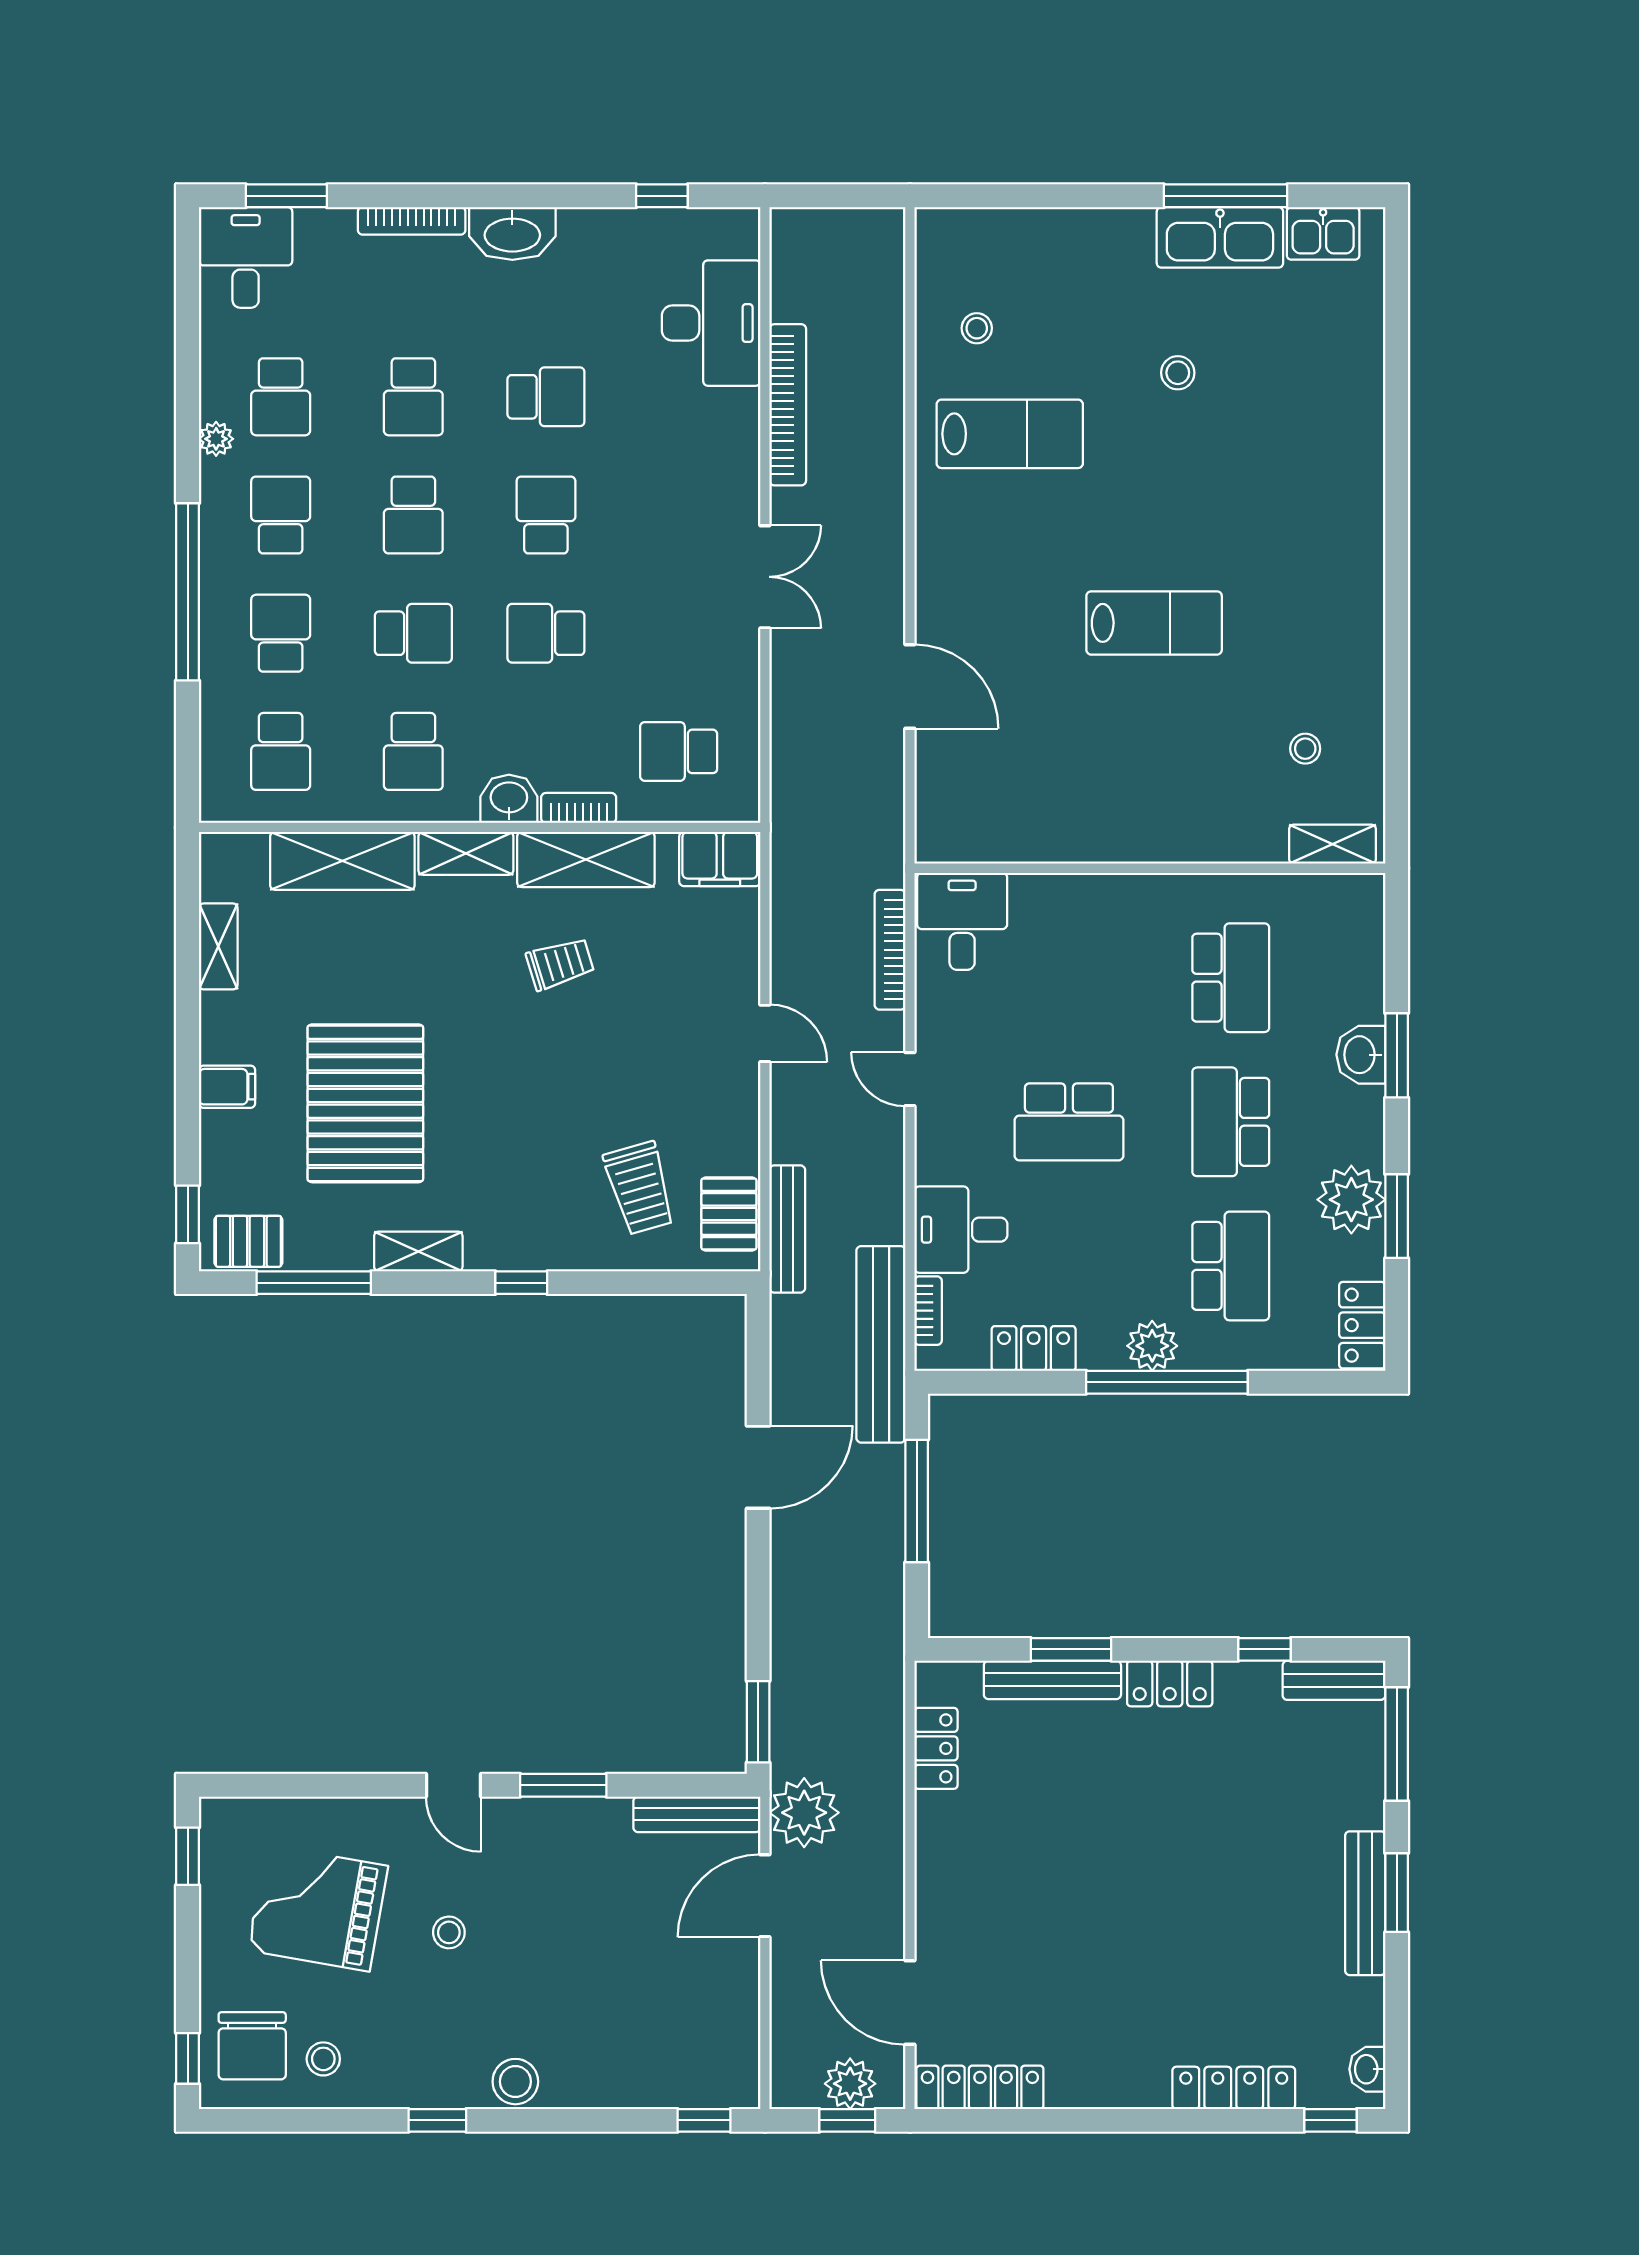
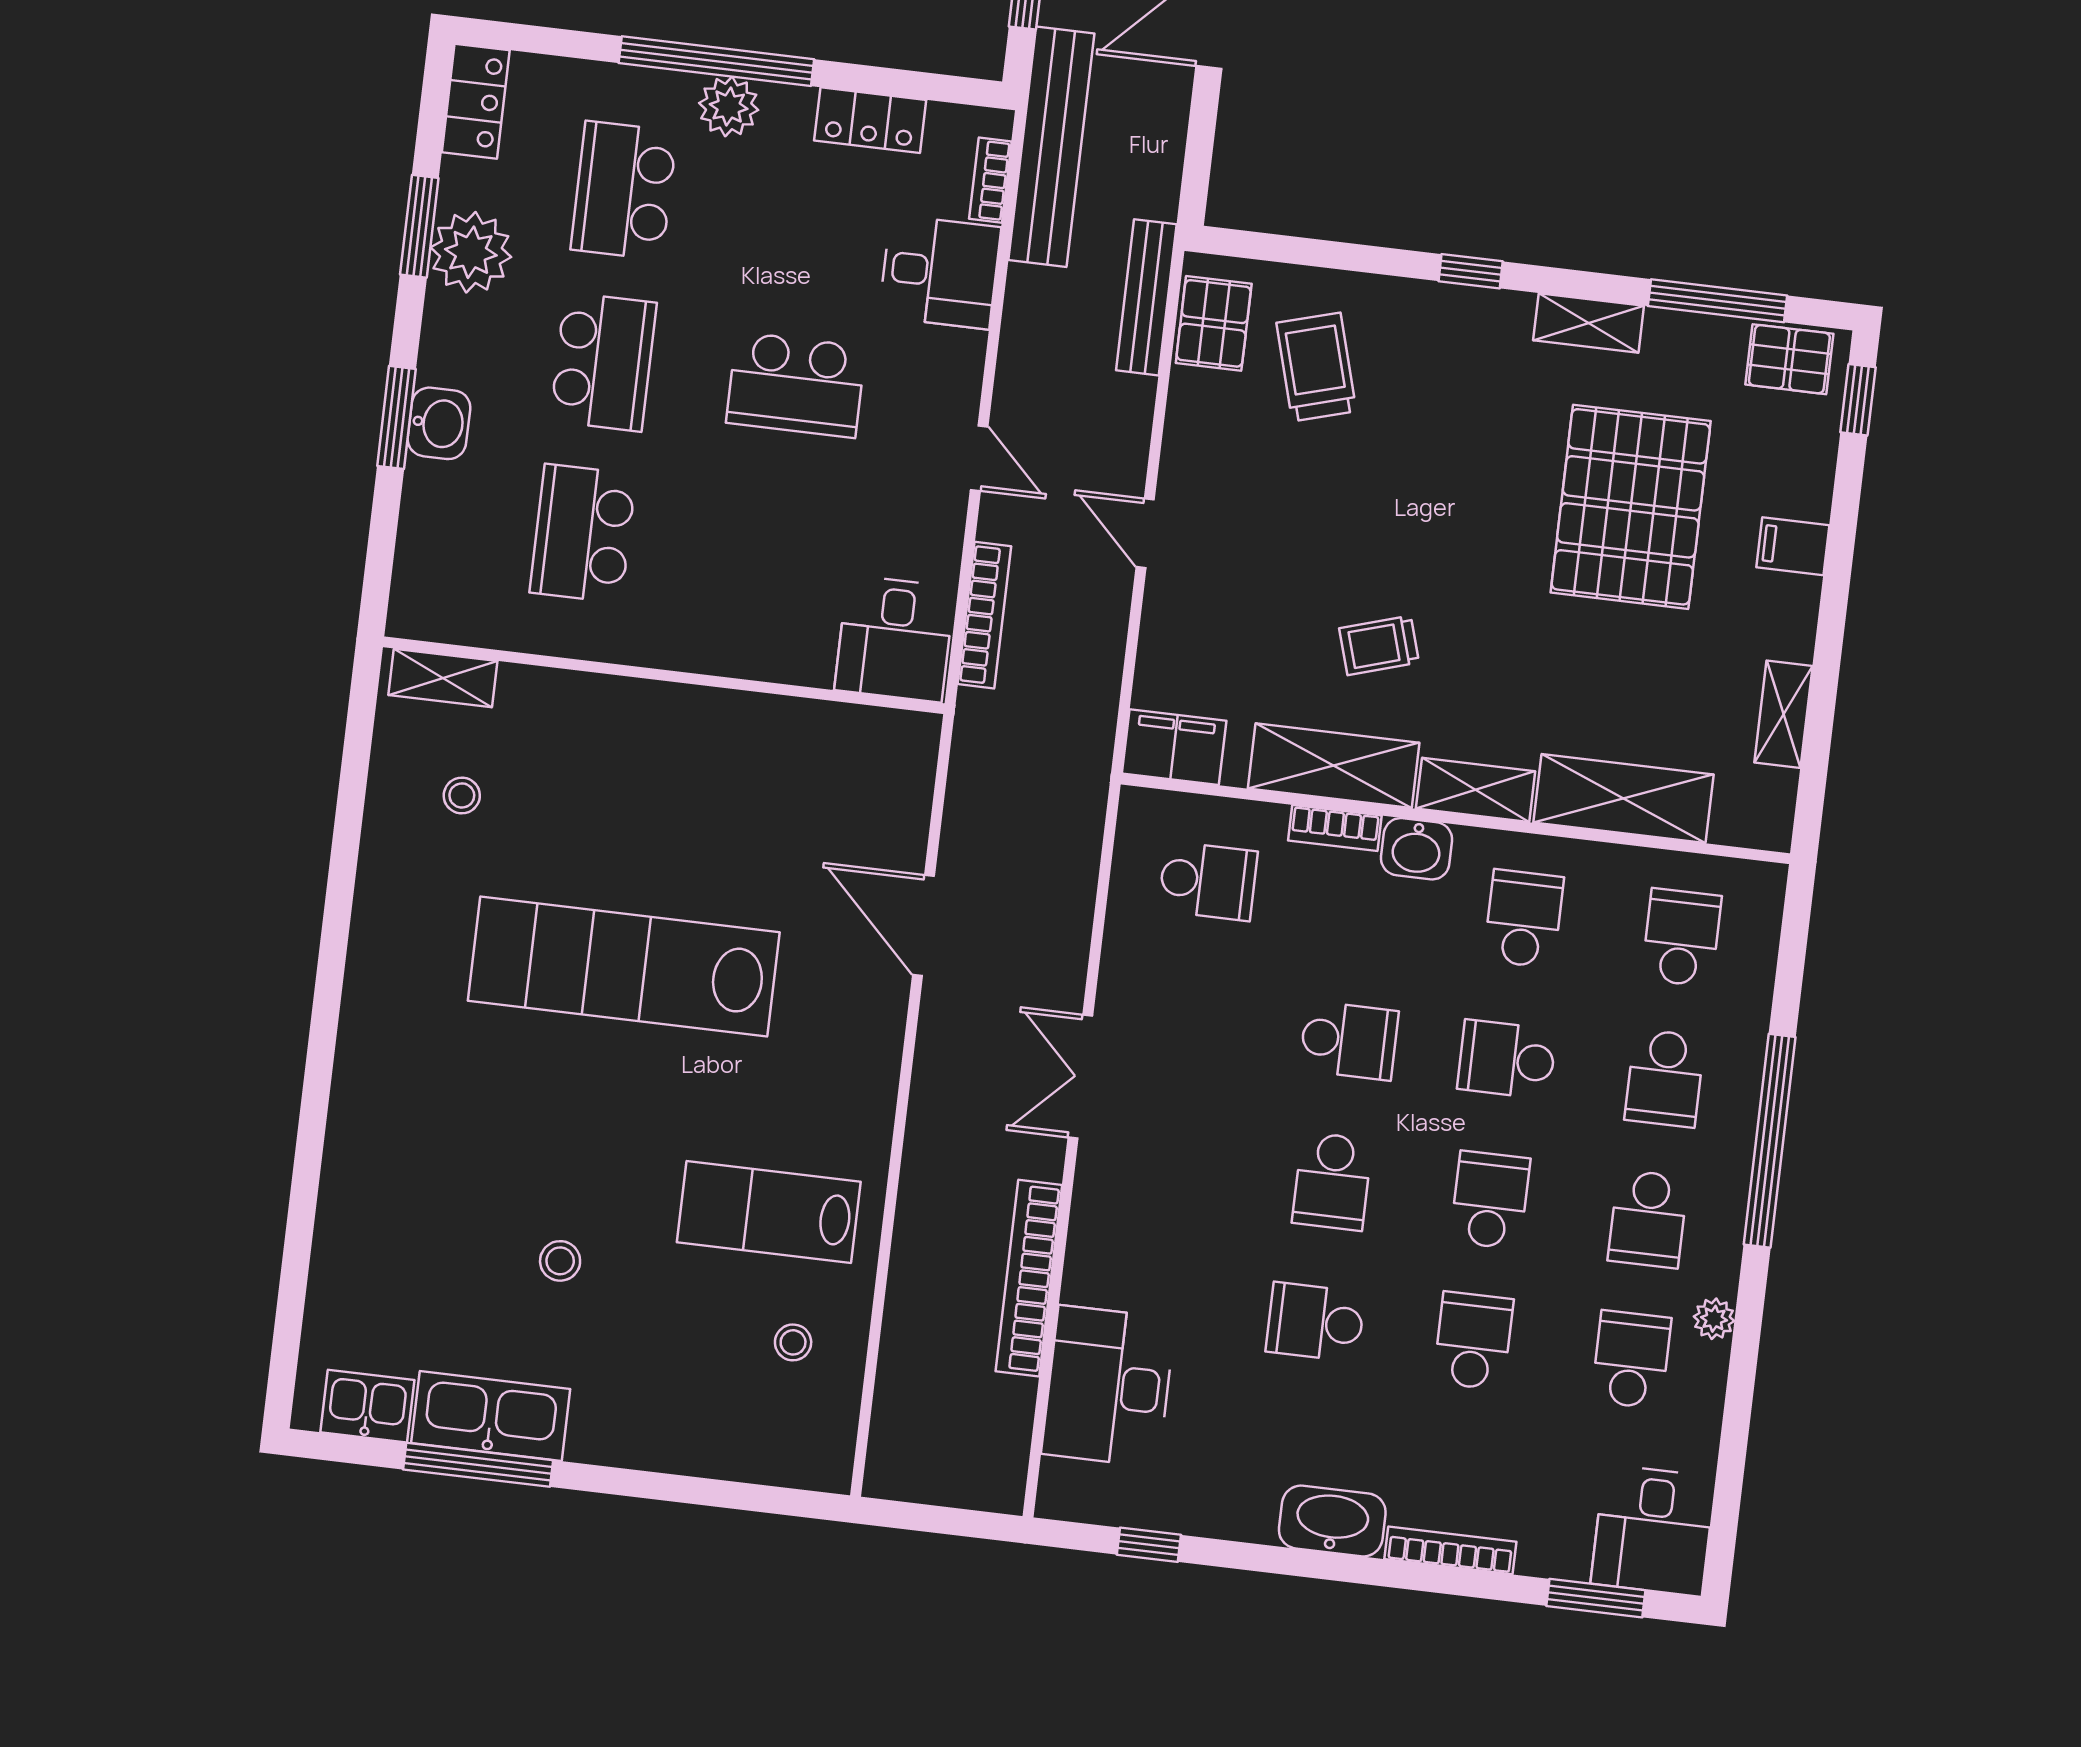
lab bench: (1154, 623) -> (624, 966), width x1.86, depth x1.39
school desk: (1069, 1122) -> (796, 385), turned 180

